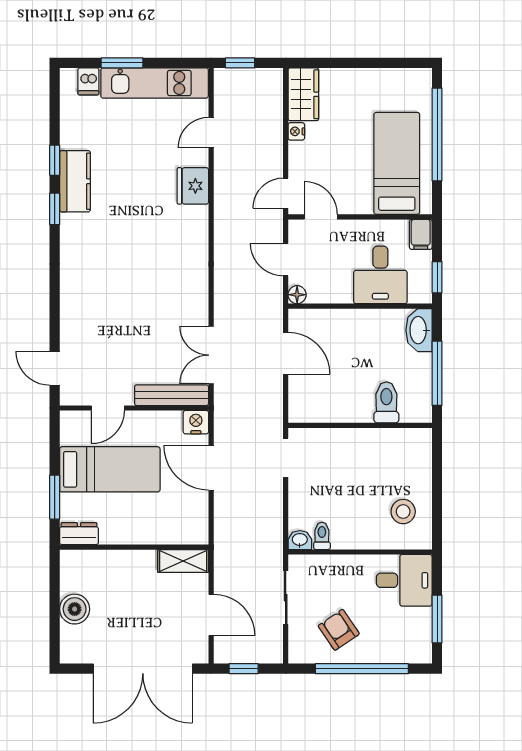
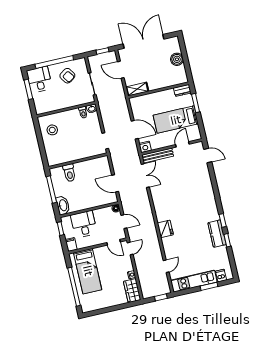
fridge: (193, 186) -> (165, 229), moved
desk: (404, 580) -> (39, 80), moved, turned 90

